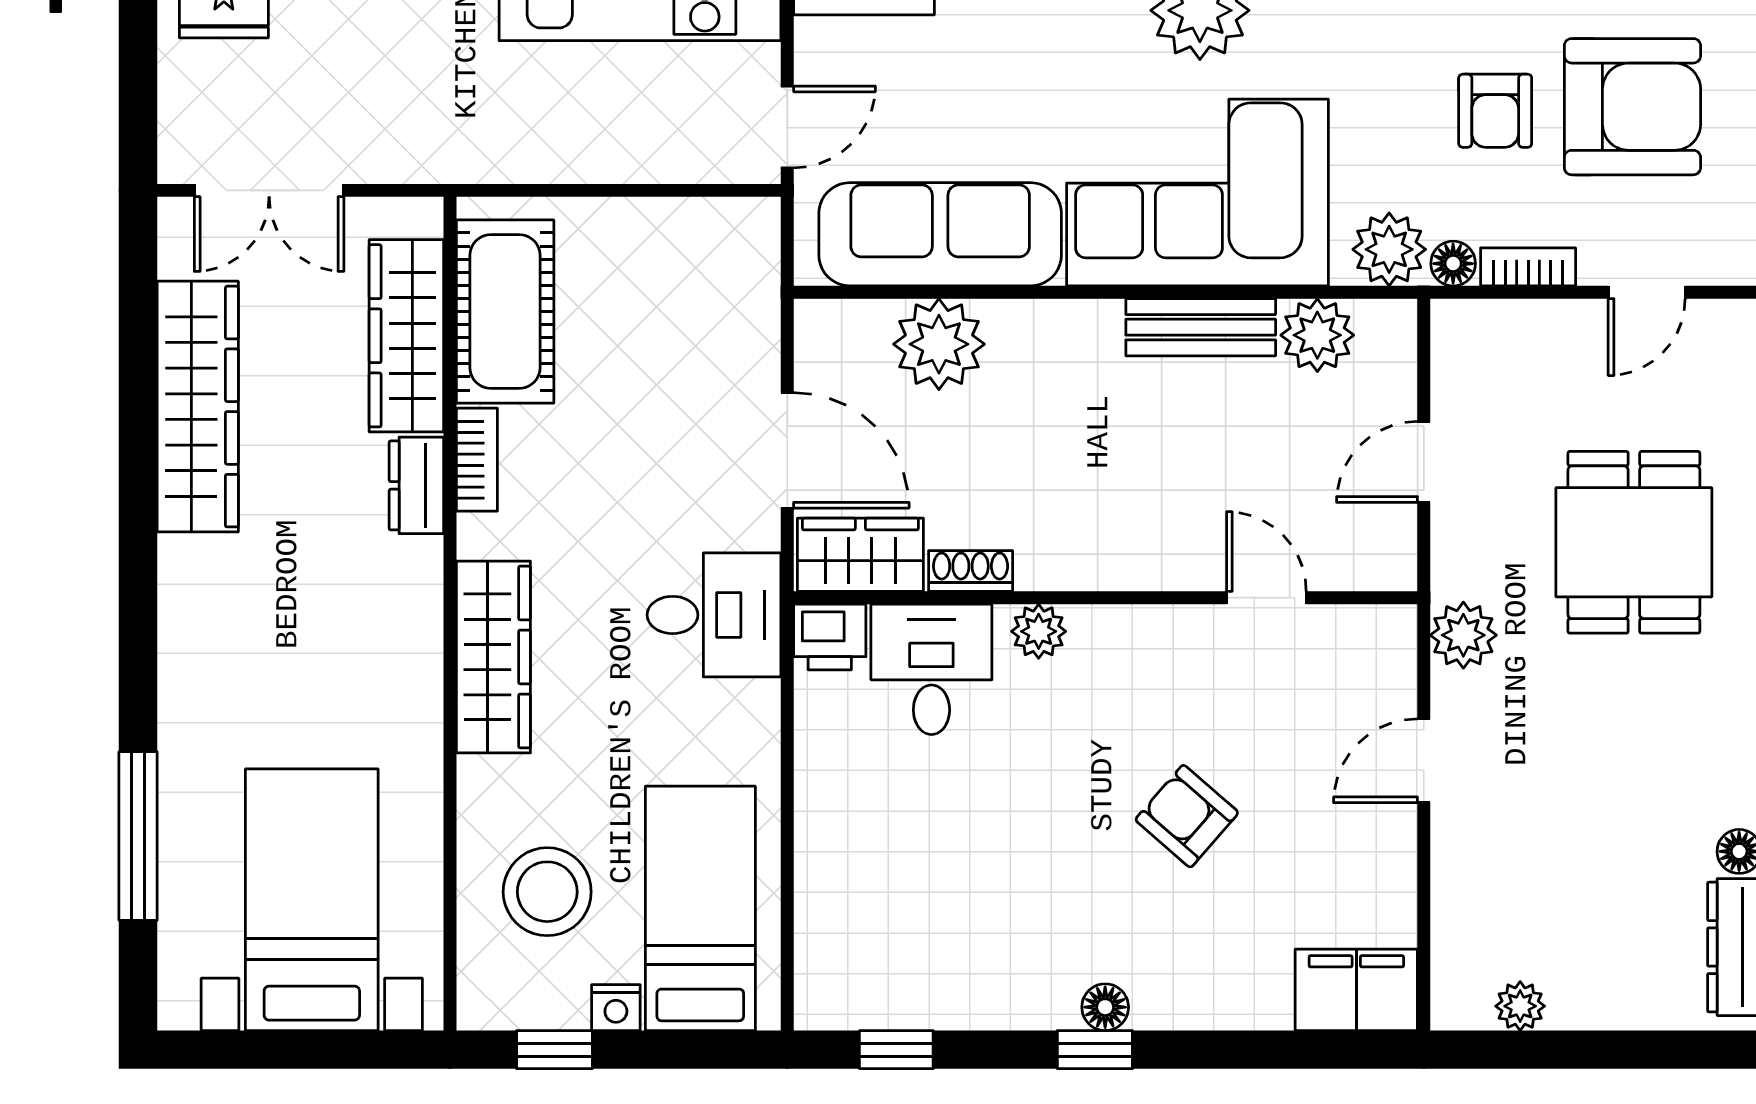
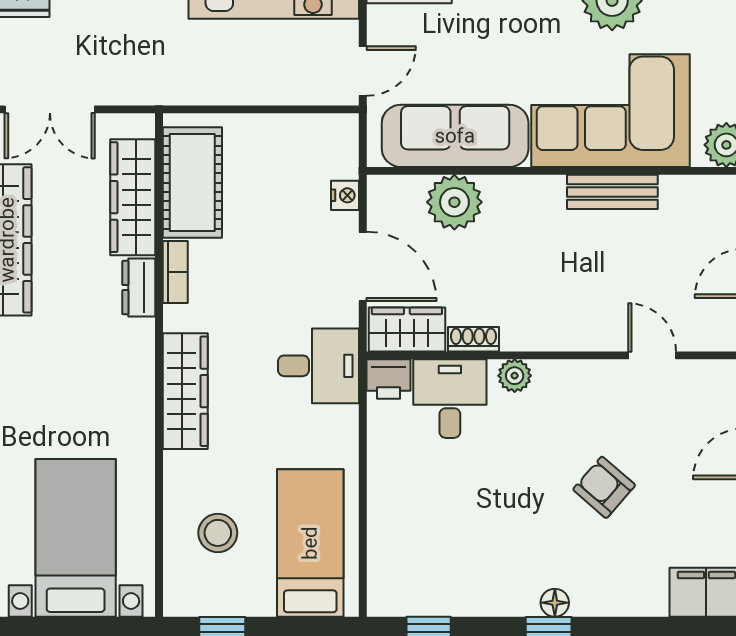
plant: (1317, 335) -> (683, 197), removed
stool: (547, 892) -> (218, 533), width x0.73, depth x0.73
nightstand: (616, 1008) -> (345, 195), moved, turned -90

